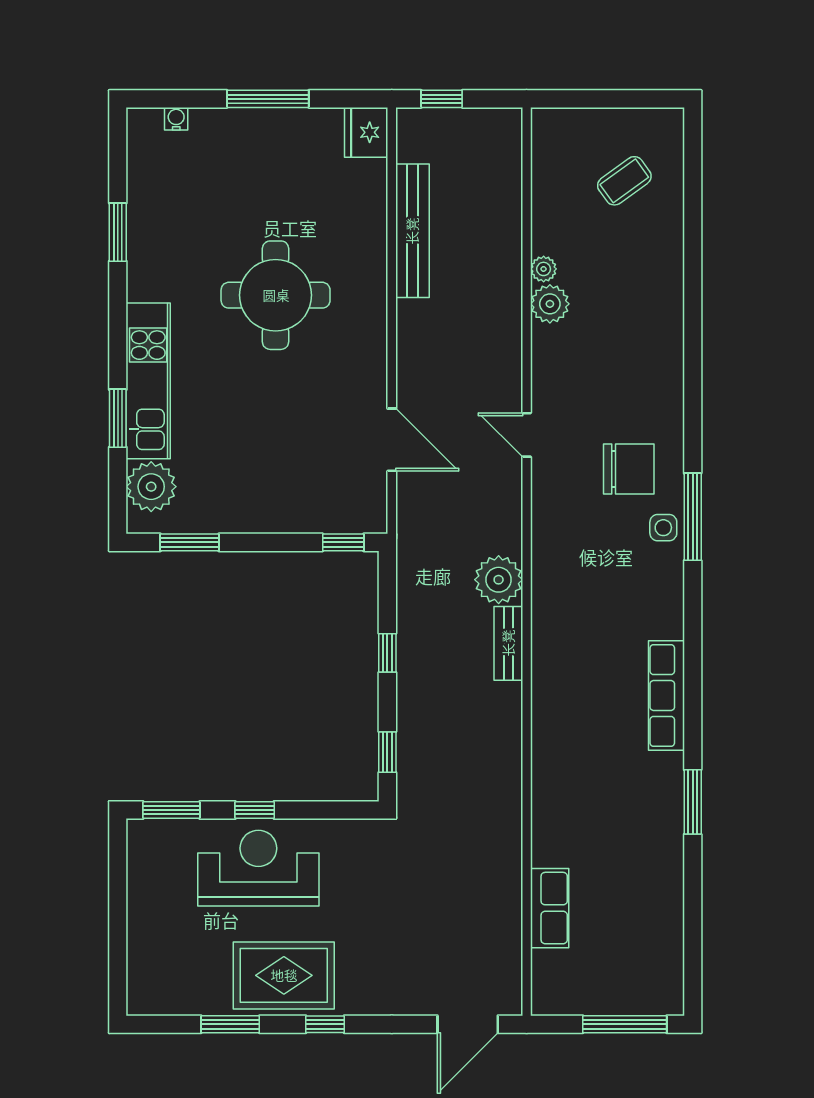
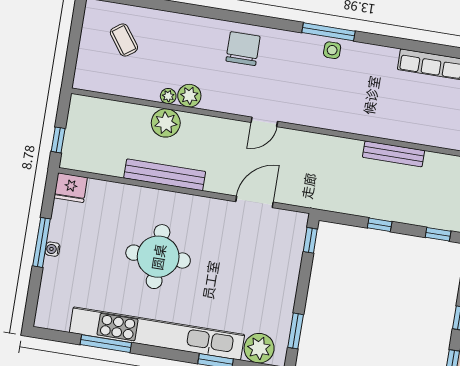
water cooler: (176, 119) -> (53, 249), moved
bench: (412, 231) -> (165, 175), moved
window: (118, 232) -> (106, 344), width x1.44
kitchen unit: (148, 381) -> (157, 333), width x1.86
chair: (629, 469) -> (243, 49), moved
plant: (499, 580) -> (166, 123), moved
bench: (508, 643) -> (394, 154), width x1.36

